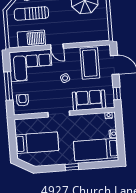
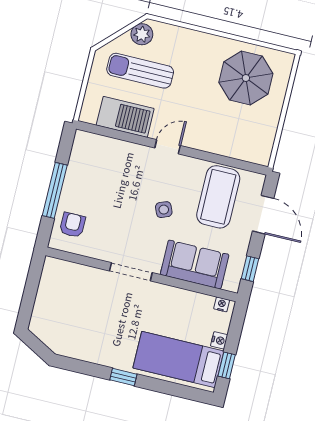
door: (57, 47) -> (168, 147), swing flipped
corner sofa: (31, 66) -> (108, 166), removed
bed: (37, 143) -> (73, 312), removed
window: (121, 145) -> (227, 365), added

